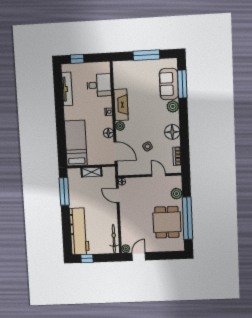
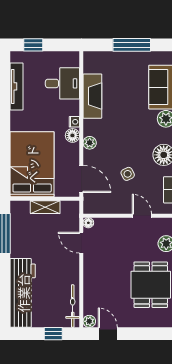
fireplace: (121, 105) -> (92, 96), moved
floor lamp: (108, 133) -> (72, 135), moved
bed: (76, 143) -> (32, 164), width x1.50
door: (139, 256) -> (108, 334), hinge flipped
window: (87, 258) -> (53, 334), moved

